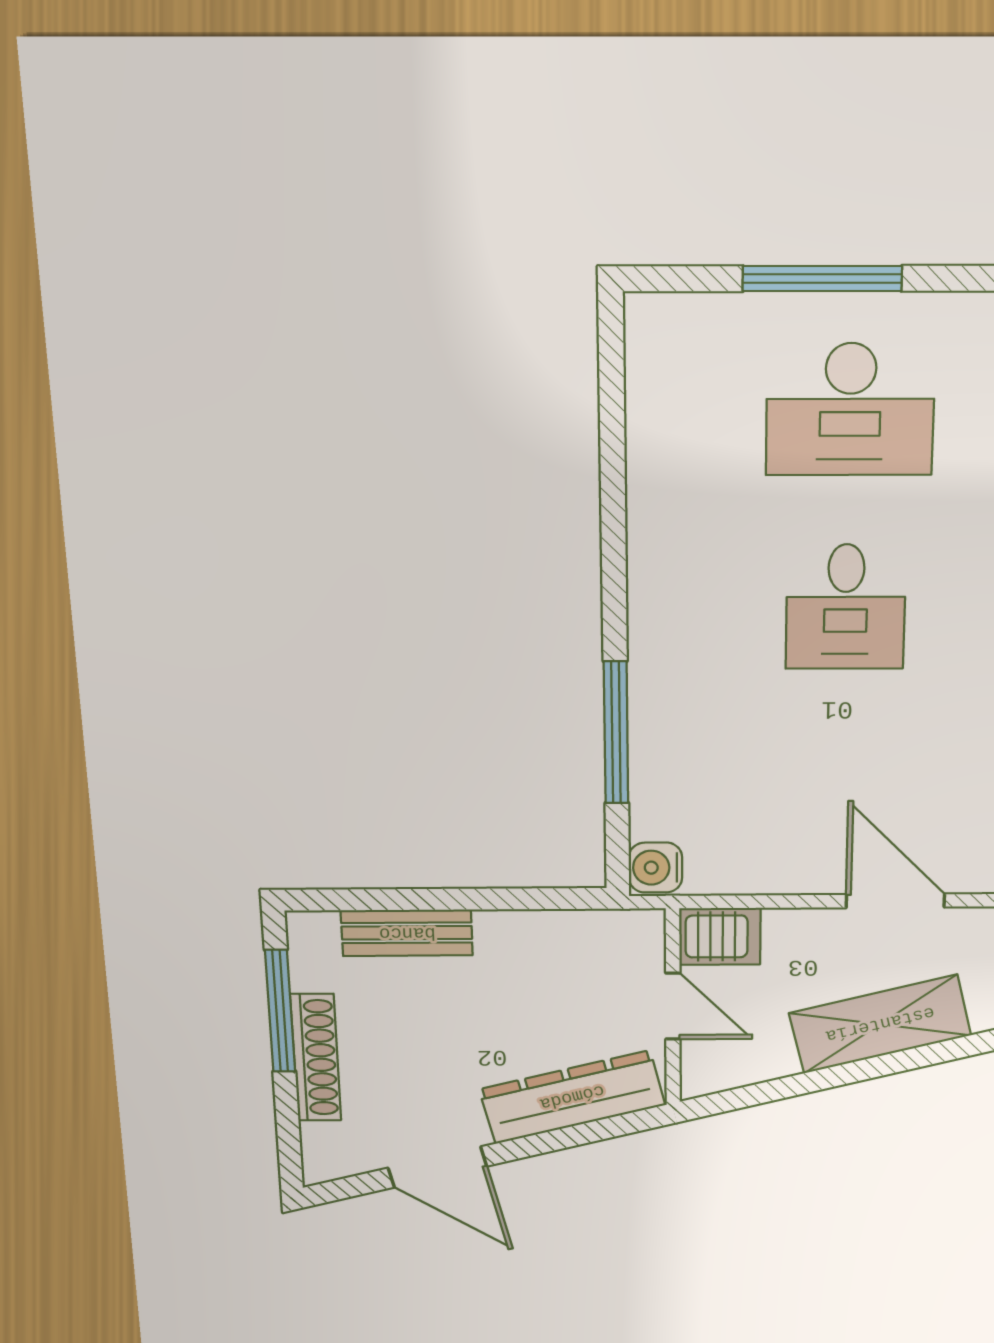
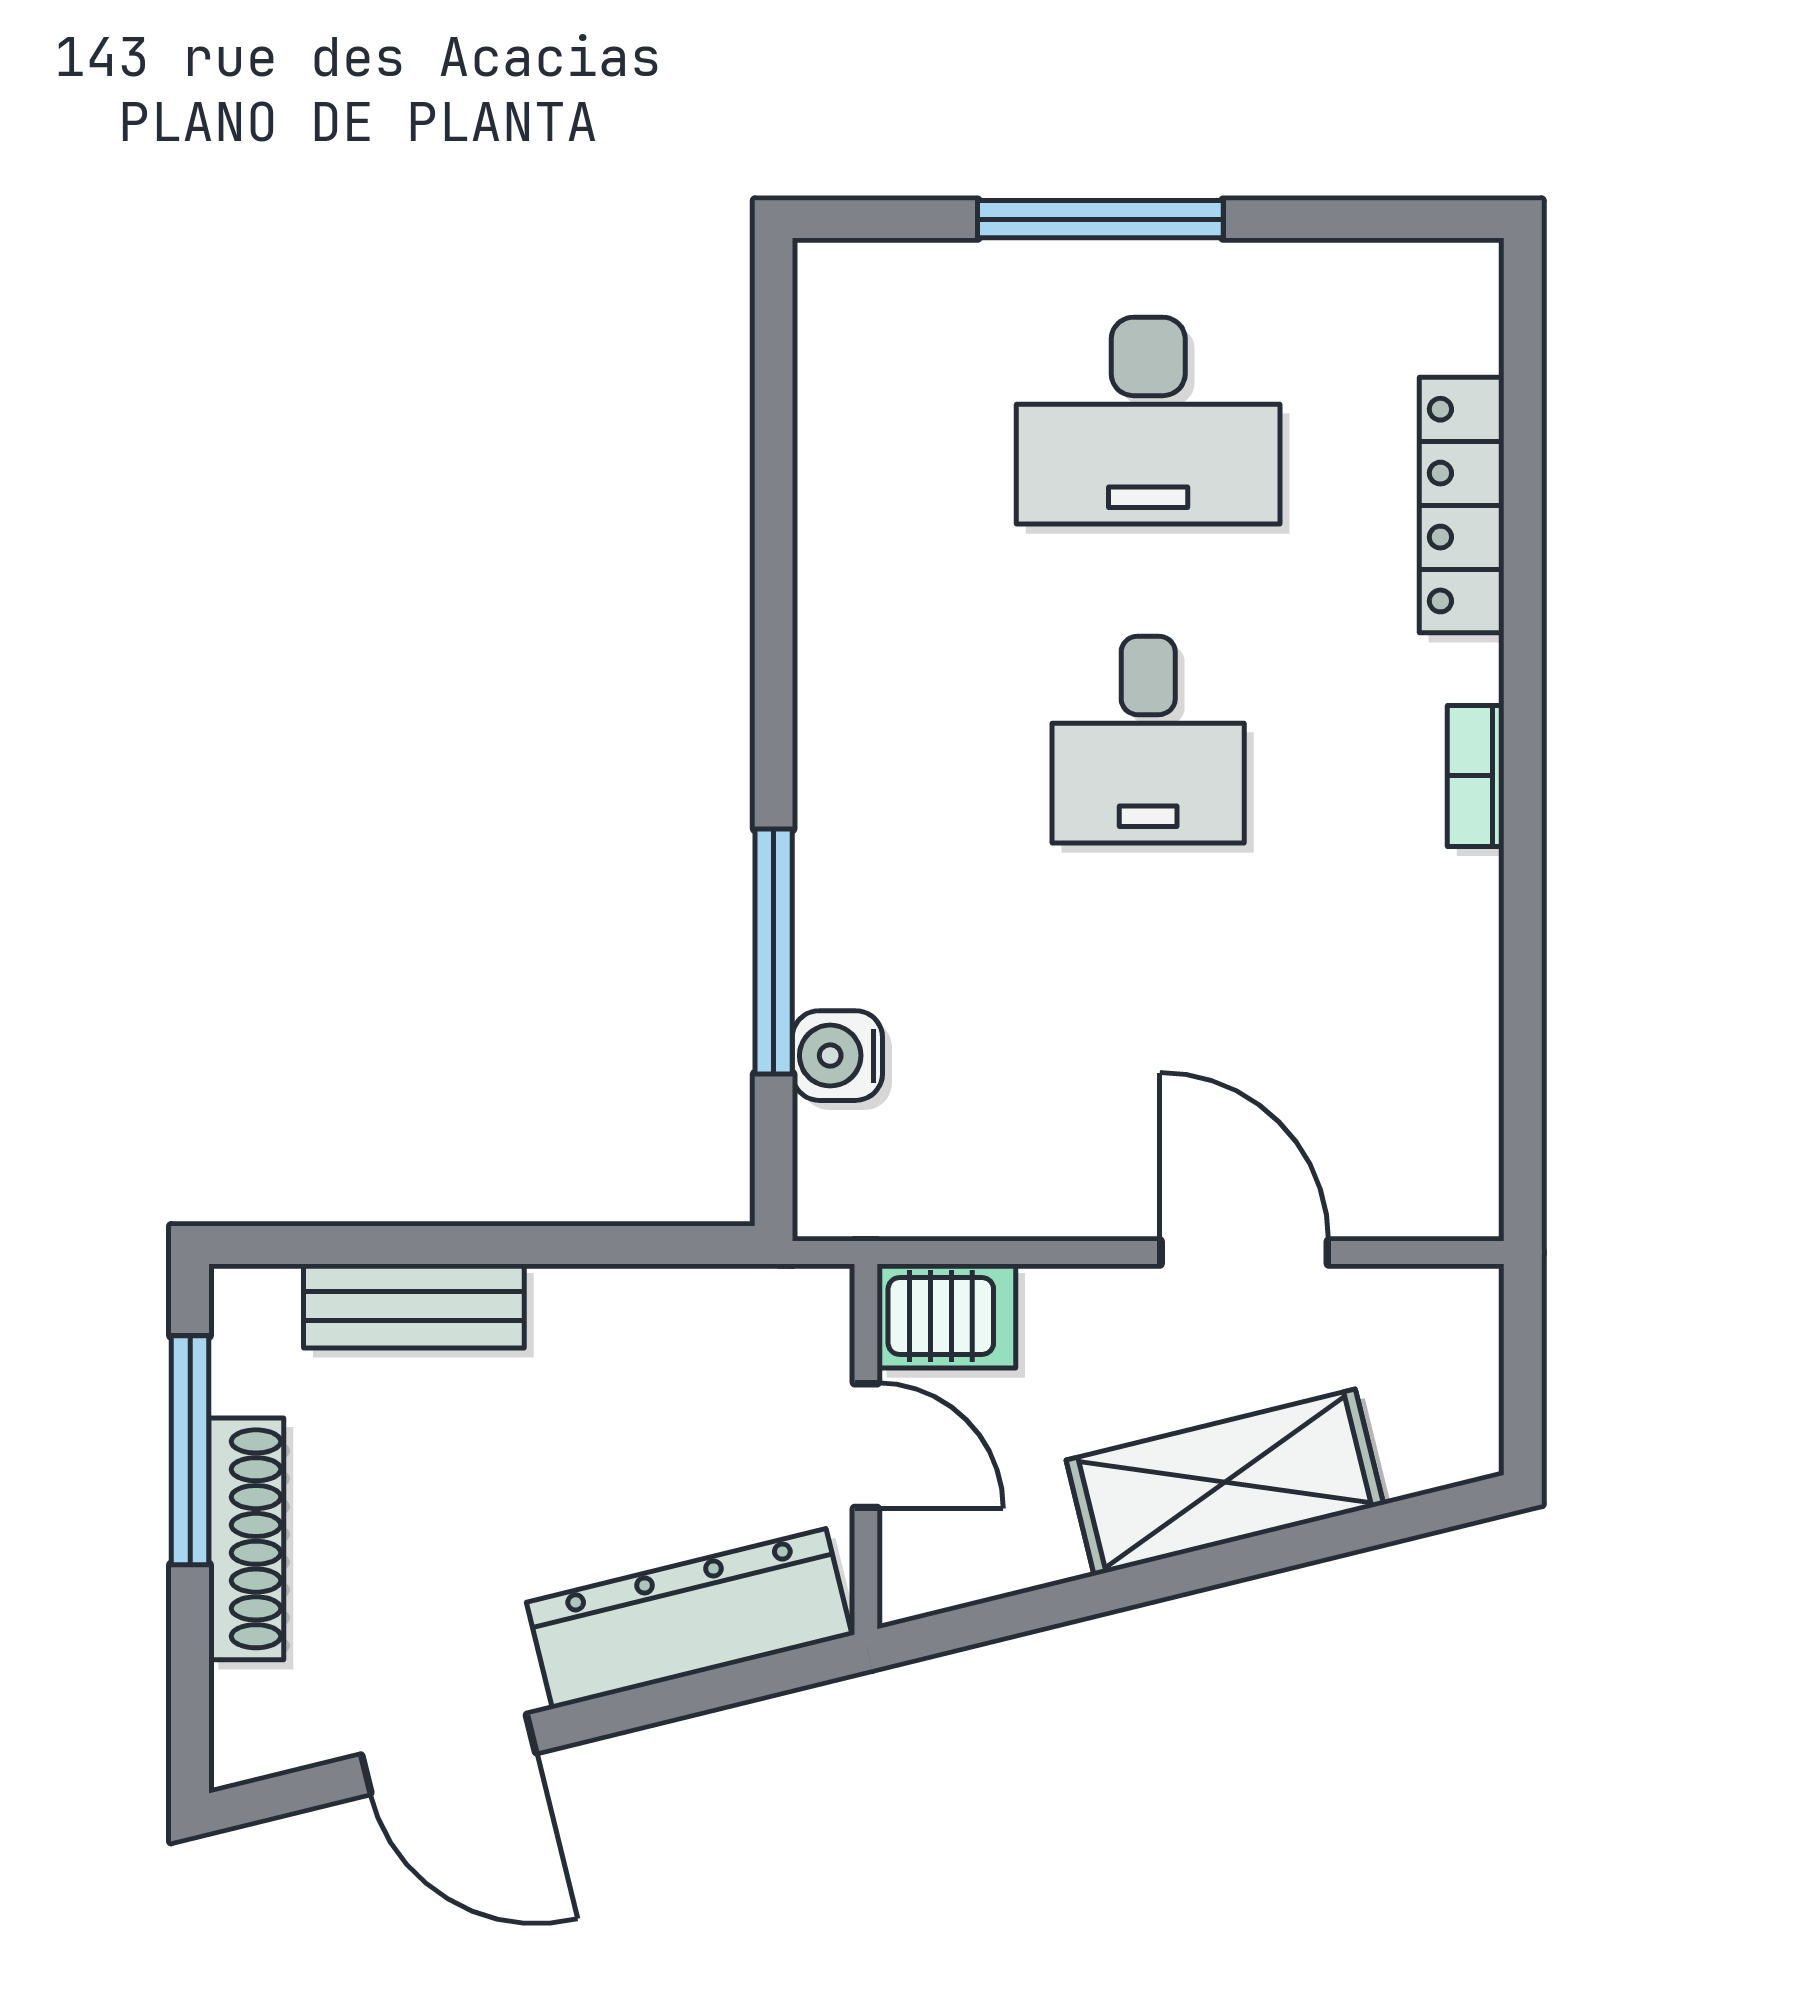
water cooler: (655, 868) -> (837, 1056), moved

